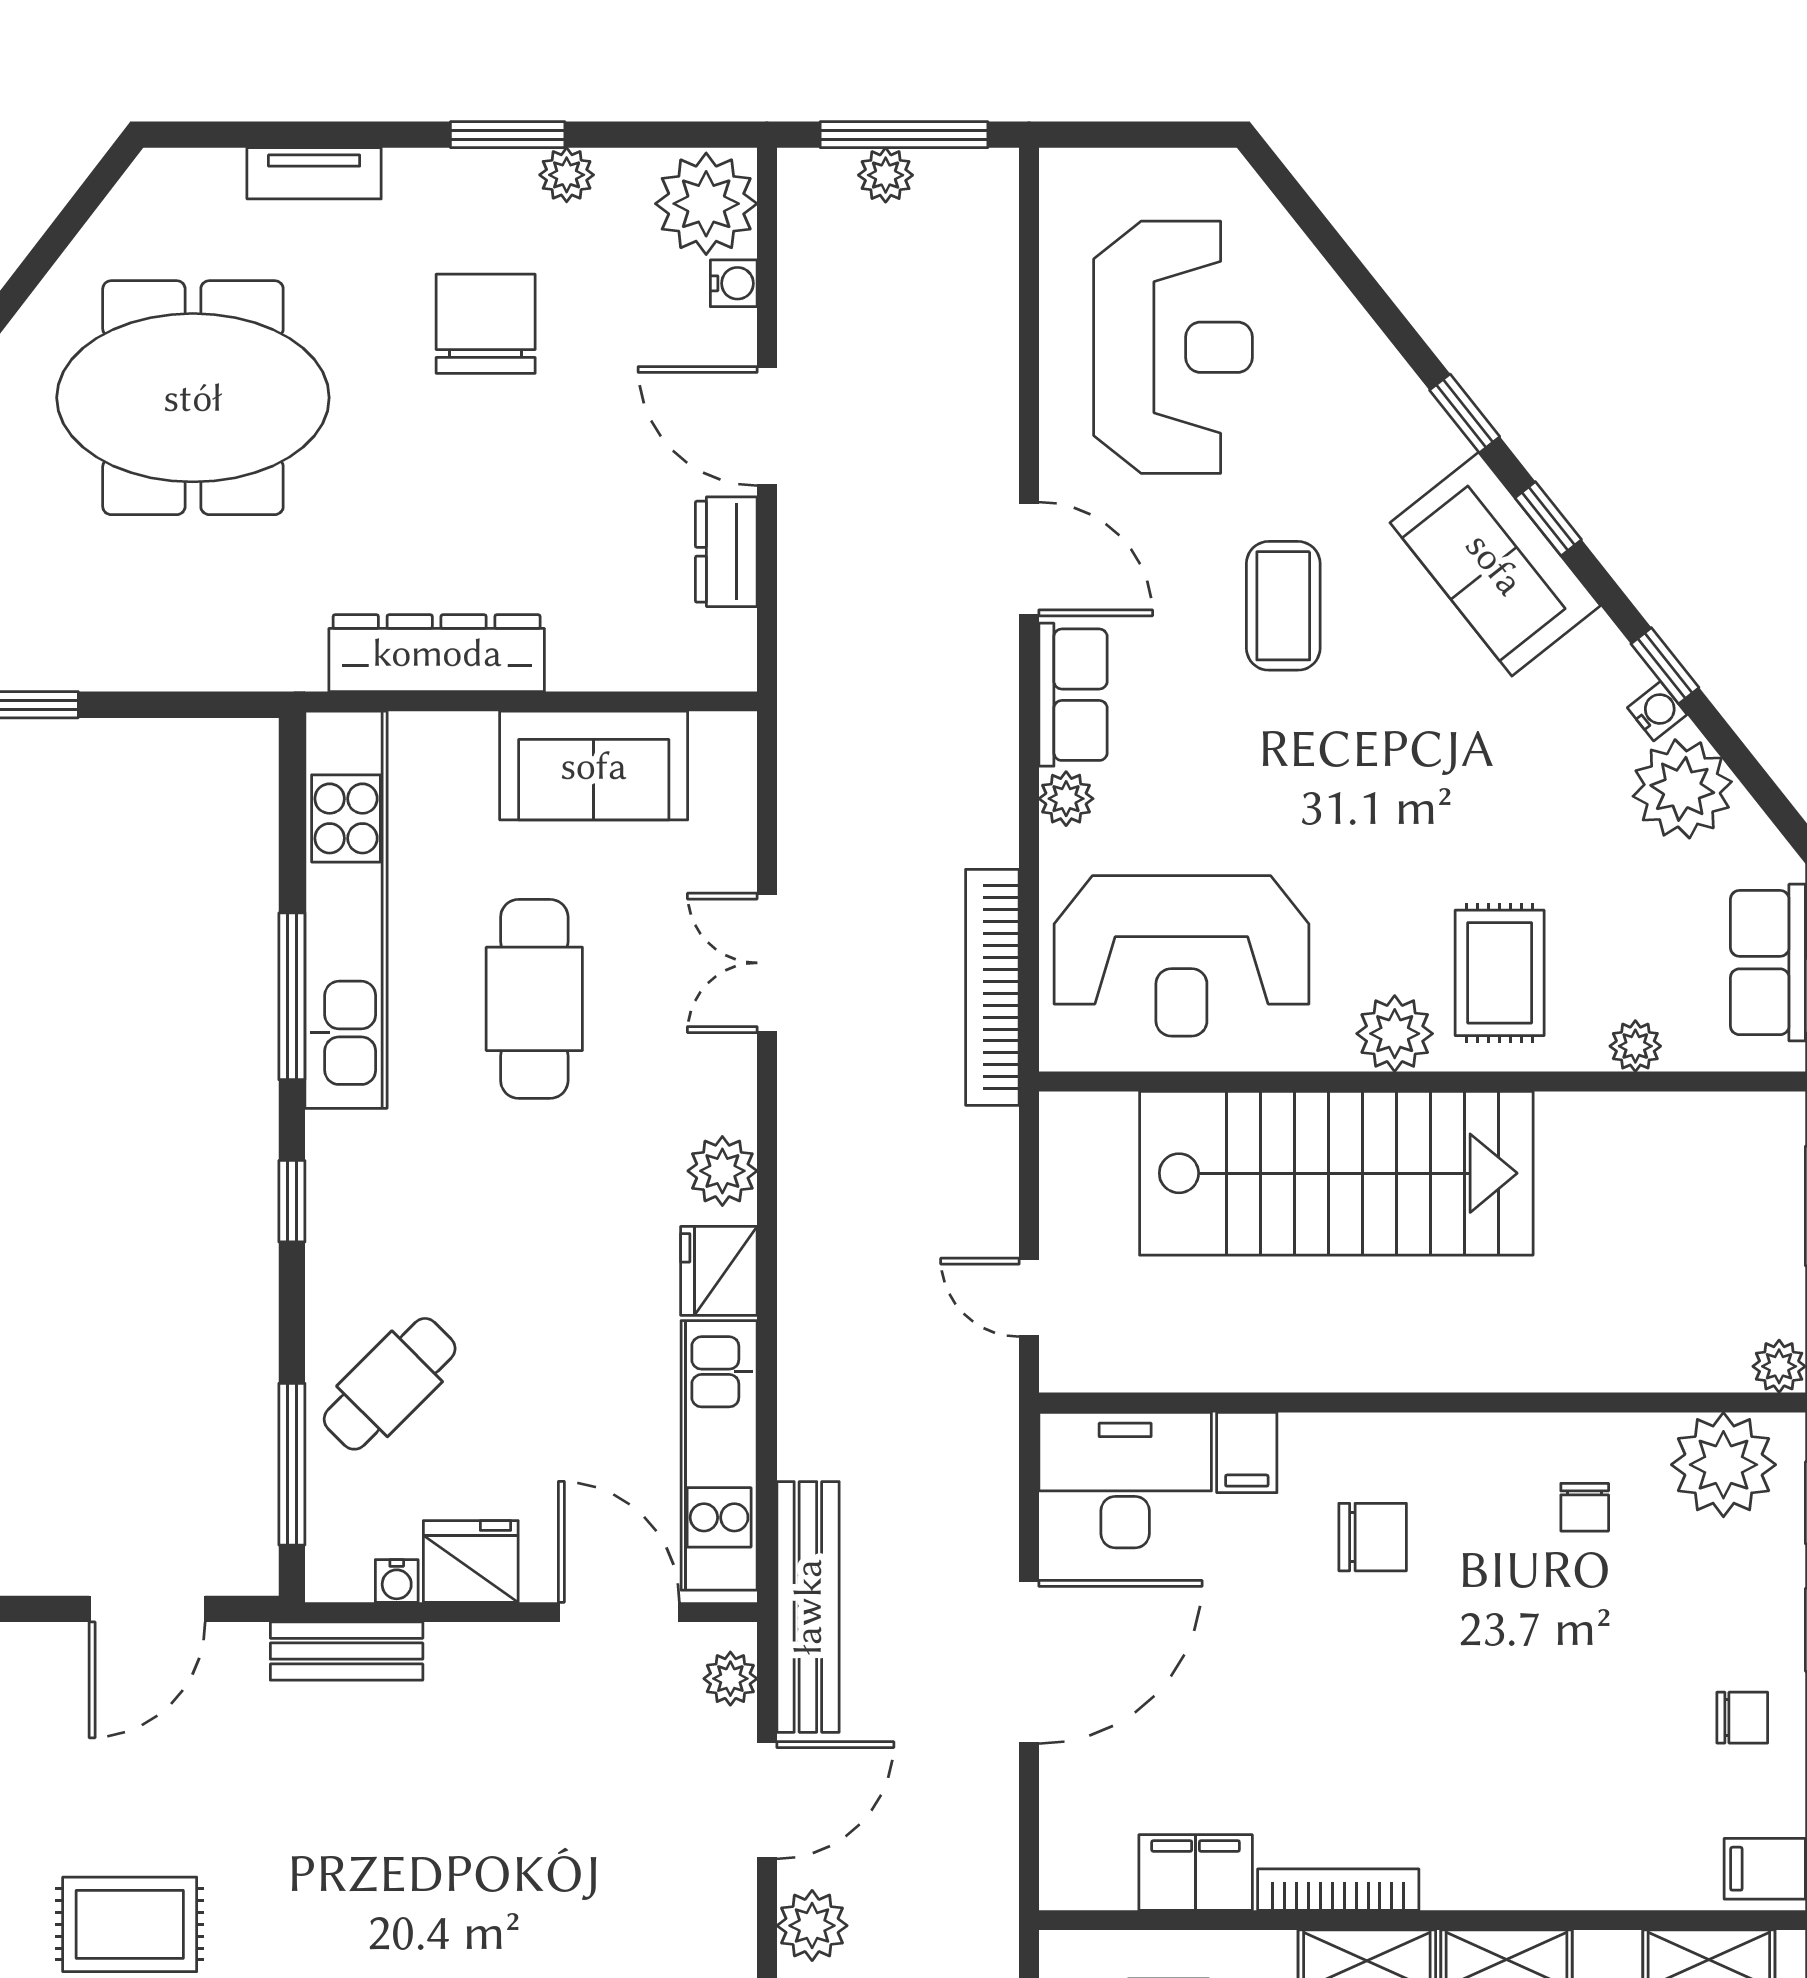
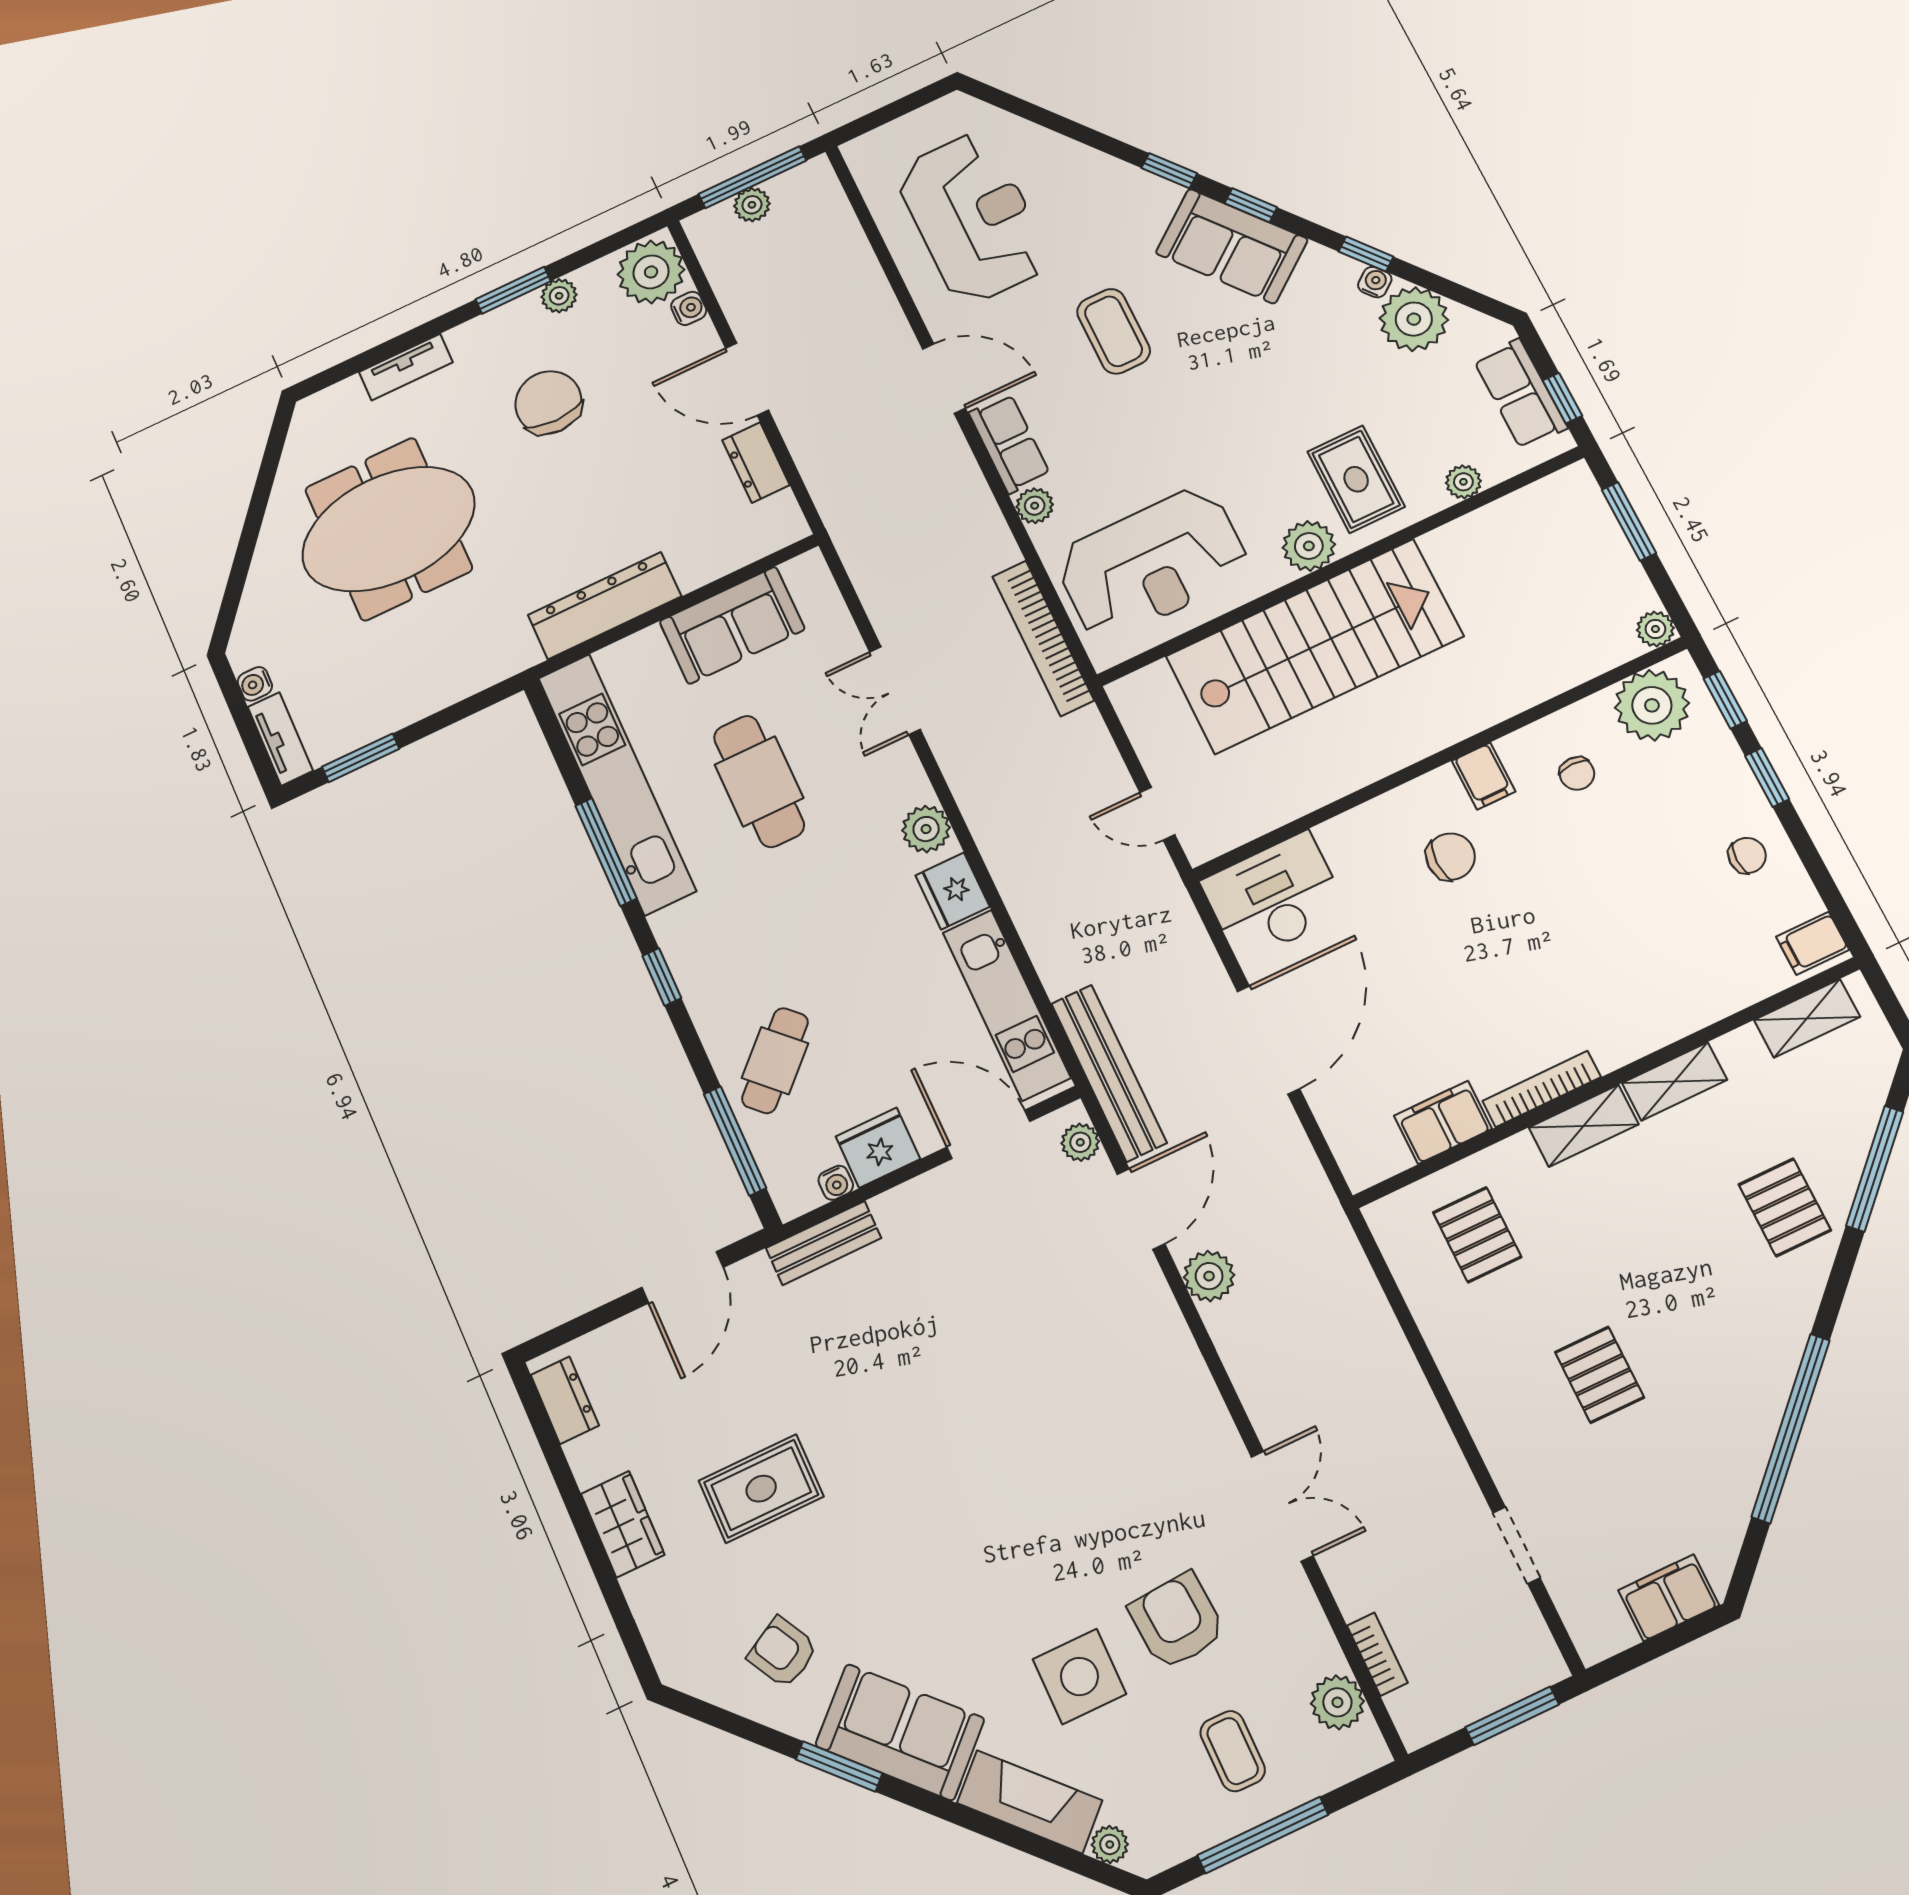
filing cabinet: (1247, 1452) -> (1484, 776), moved

